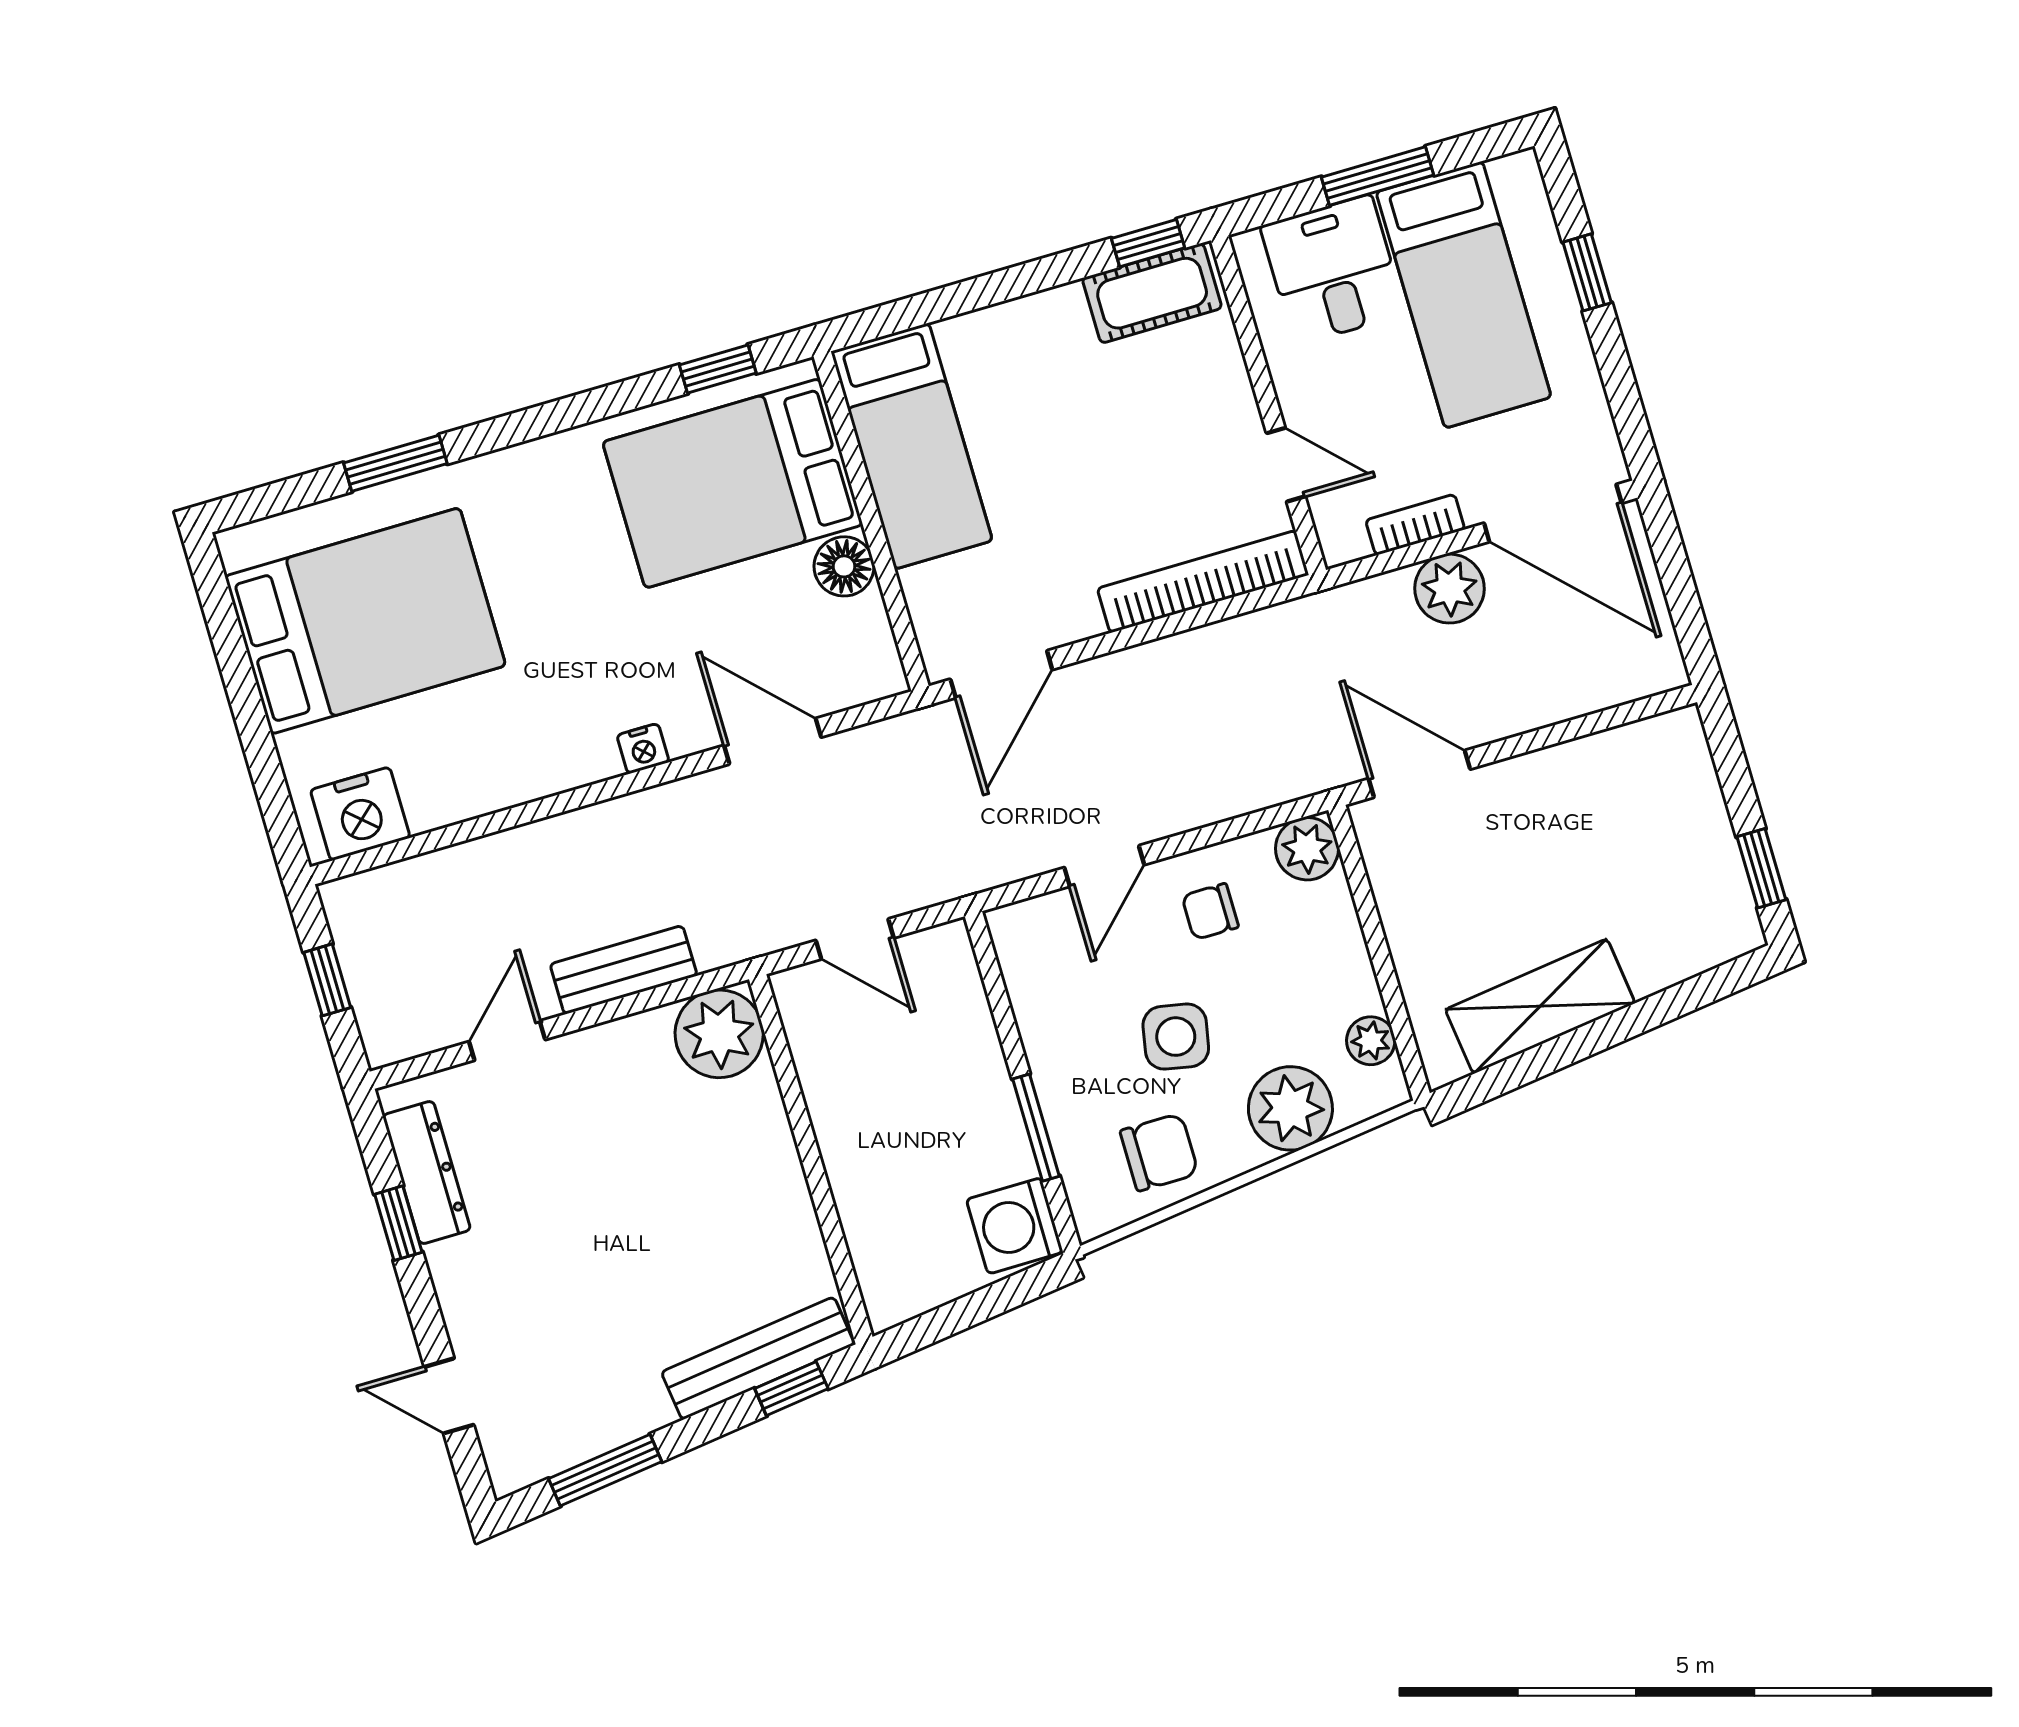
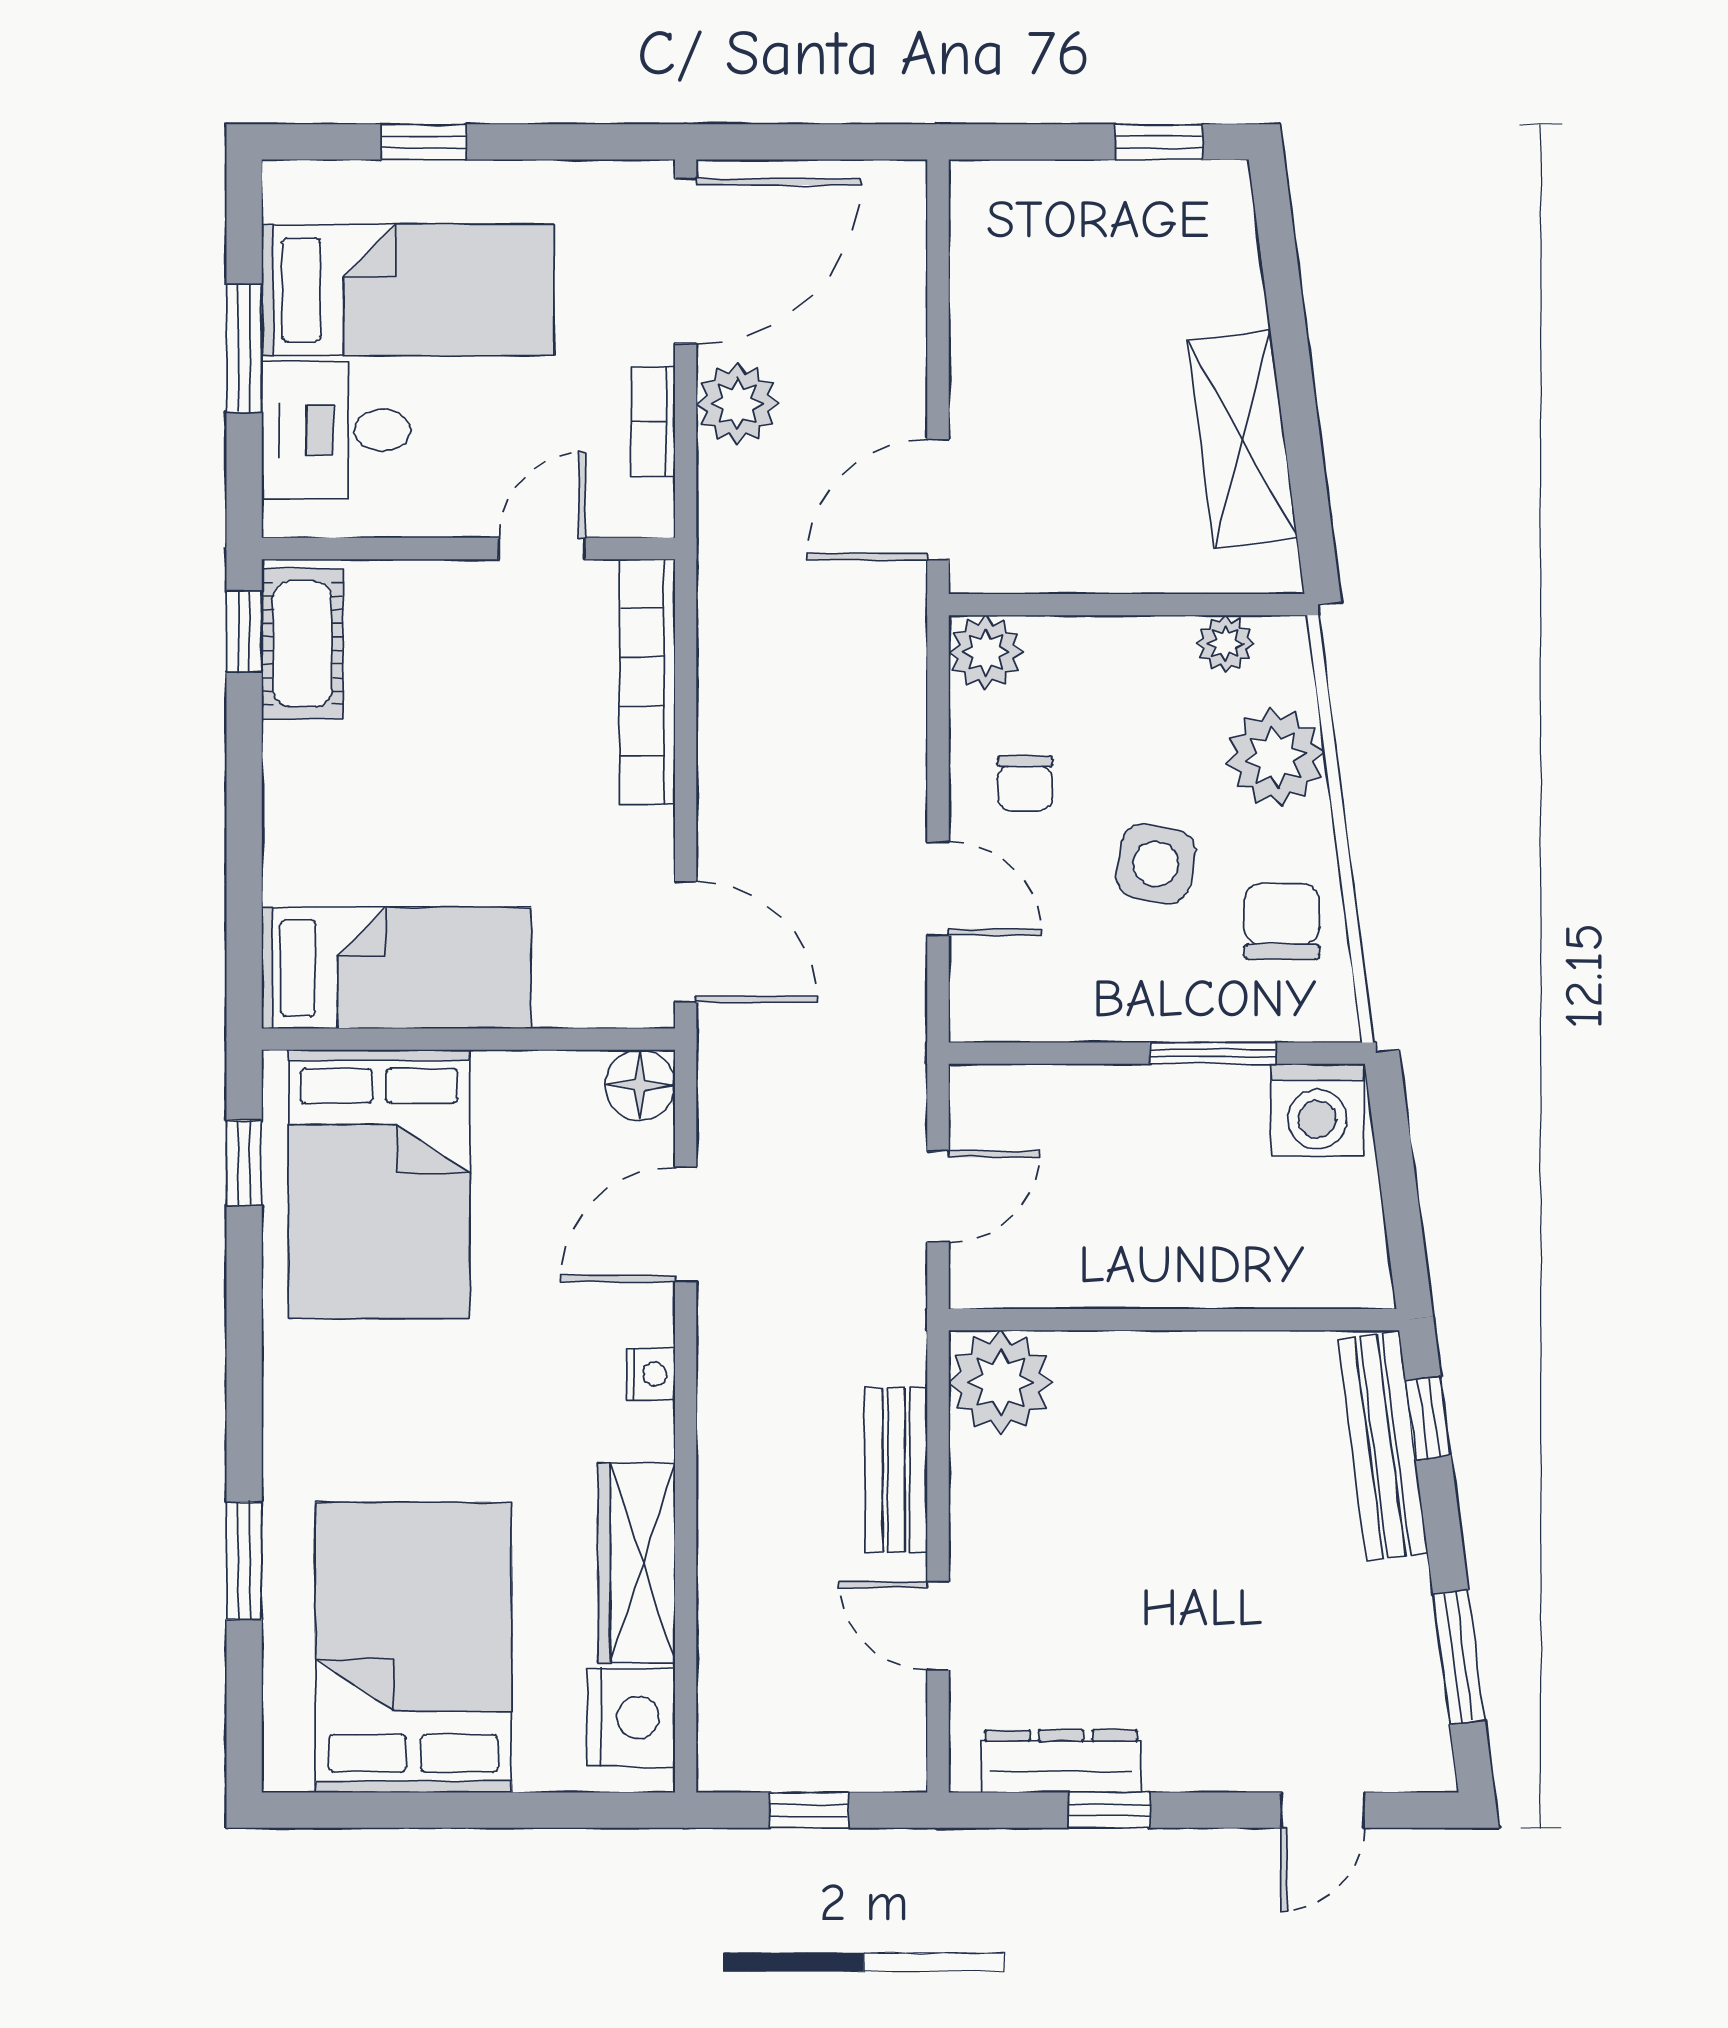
floor lamp: (844, 566) -> (640, 1085), moved
wardrobe: (487, 782) -> (637, 1563), added

